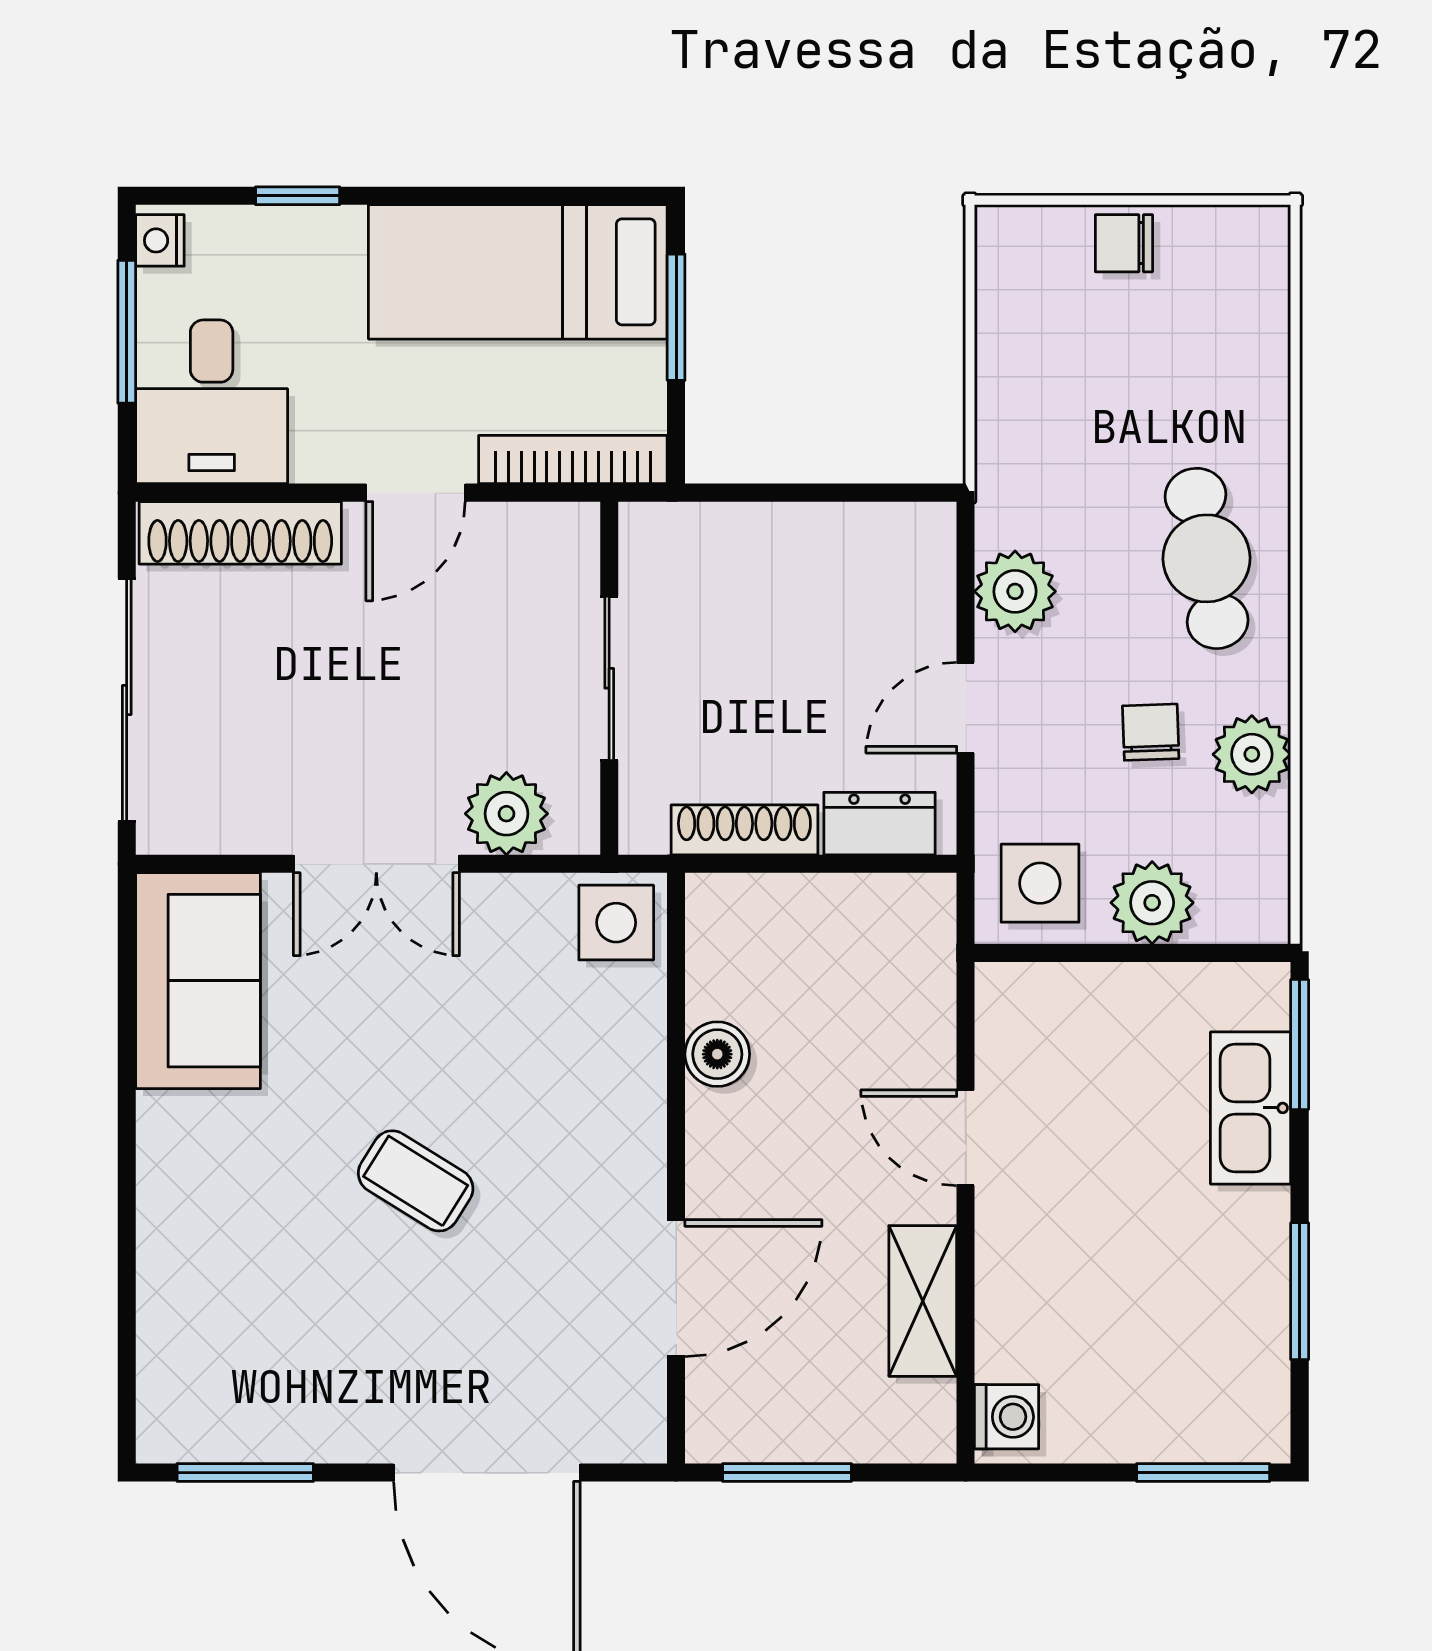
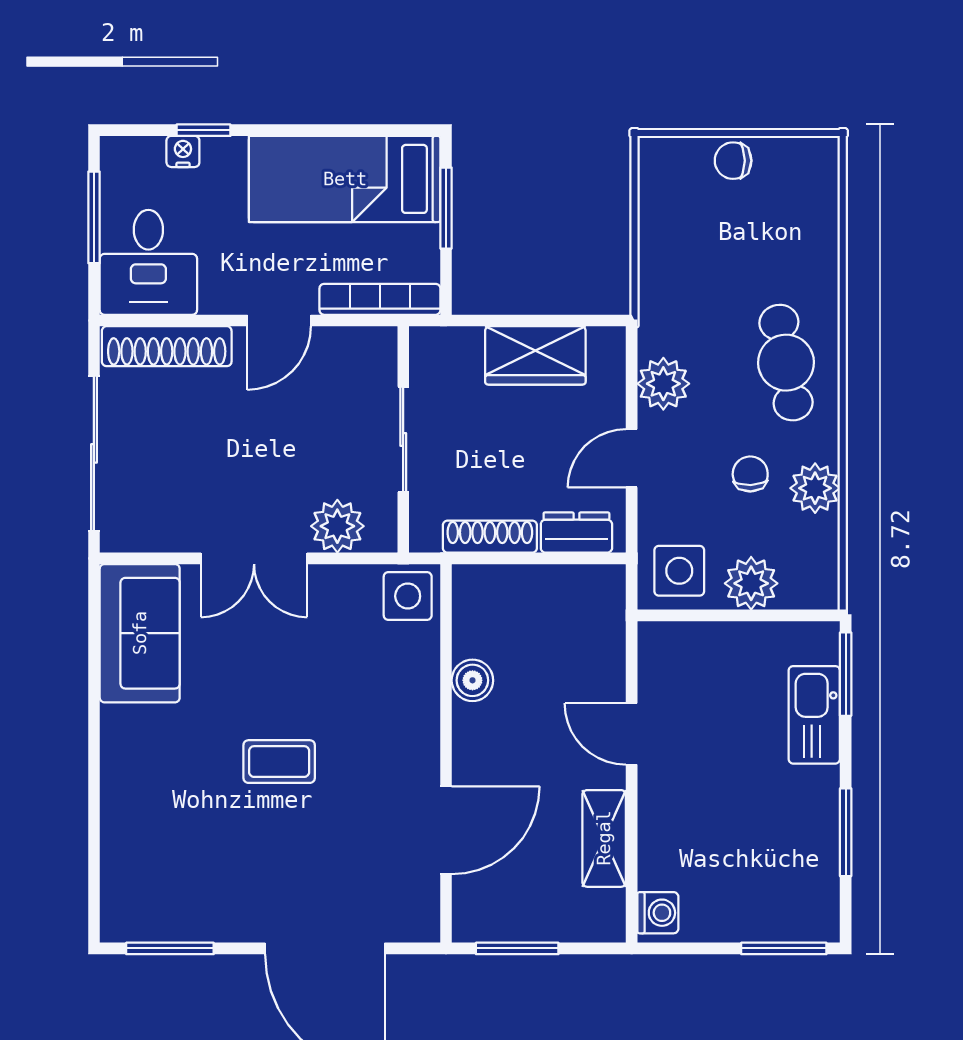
nightstand: (160, 240) -> (183, 151), moved, turned 90
wardrobe: (815, 547) -> (535, 355), added
coffee table: (416, 1181) -> (279, 762), turned -32

